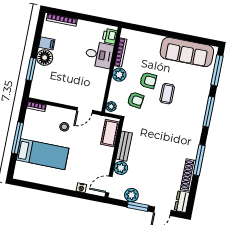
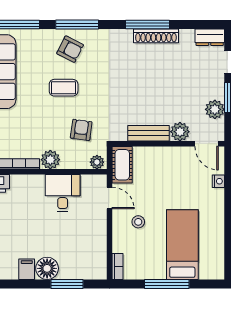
desk: (99, 55) -> (63, 193), moved
armchair: (148, 80) -> (70, 49), moved, turned 114
cot: (110, 133) -> (122, 165), moved, turned 90
shoe rack: (188, 175) -> (156, 36), moved

